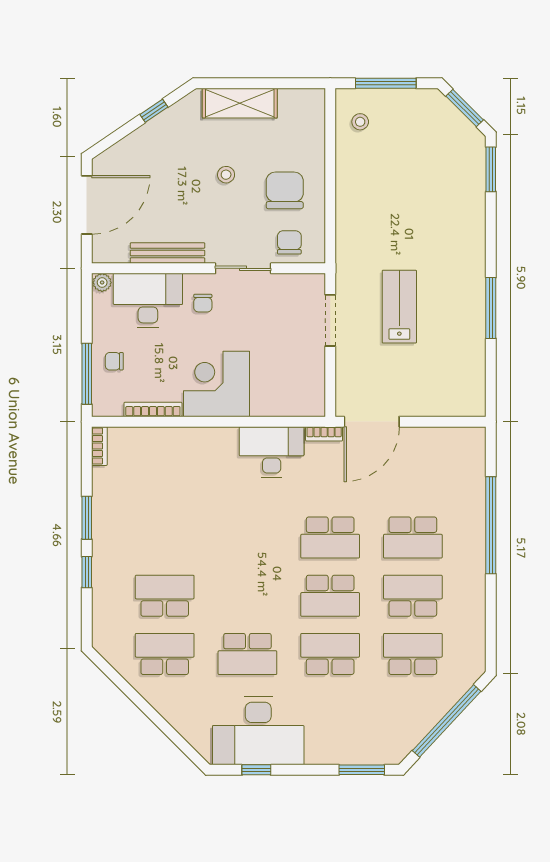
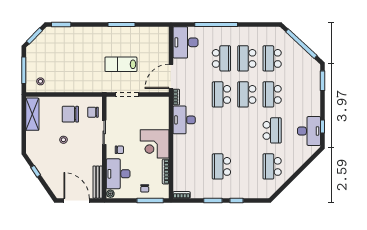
shelving: (240, 103) -> (32, 114), moved
bench: (167, 253) -> (98, 182), moved
door: (372, 422) -> (171, 76), swing flipped
desk: (450, 455) -> (186, 42), added
school desk: (330, 538) -> (221, 94), turned 180
school desk: (165, 596) -> (221, 166), moved
school desk: (330, 596) -> (247, 94), turned 180
desk: (258, 731) -> (309, 131), width x0.73, depth x0.77

